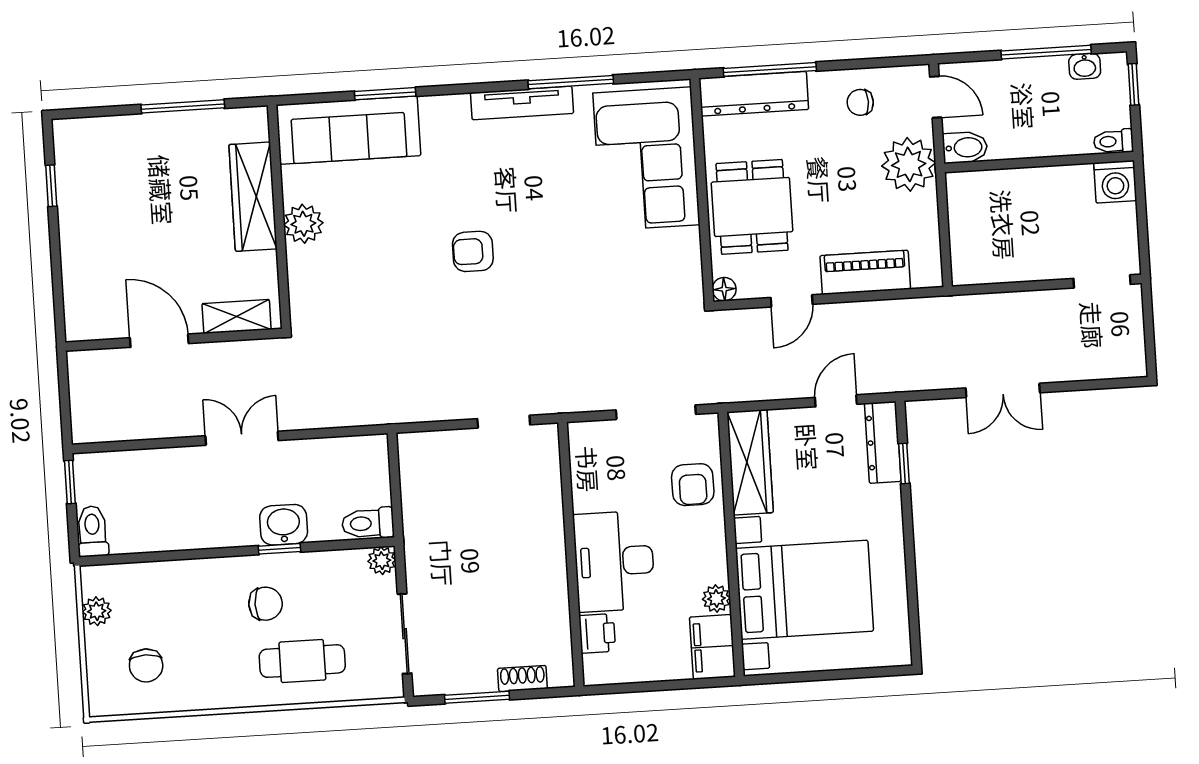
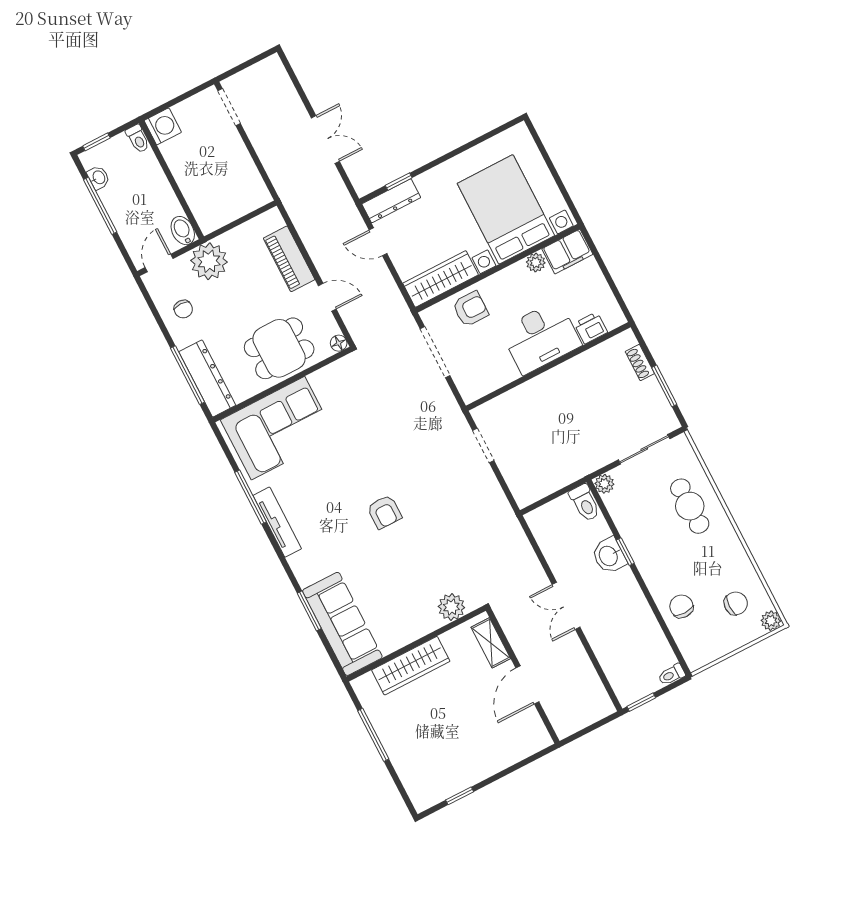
plant: (303, 224) -> (451, 607), moved
toilet: (92, 531) -> (672, 675), width x0.73, depth x0.72
chair: (265, 604) -> (681, 606), moved
plant: (97, 611) -> (771, 621), moved

